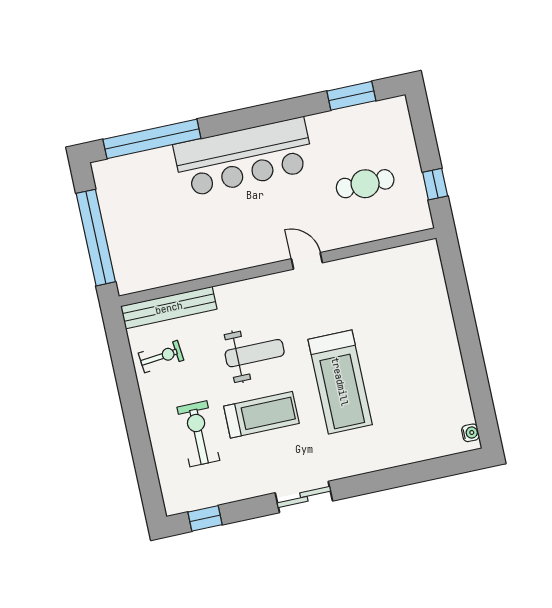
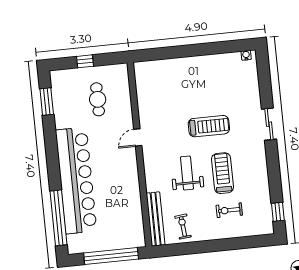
bar counter: (244, 157) -> (76, 181), width x1.36
window: (435, 184) -> (85, 61), moved
treadmill: (340, 382) -> (209, 126), width x0.73, depth x0.73
exercise bike: (198, 434) -> (229, 210), width x0.73, depth x0.72
sliding door: (304, 497) -> (269, 124), moved

